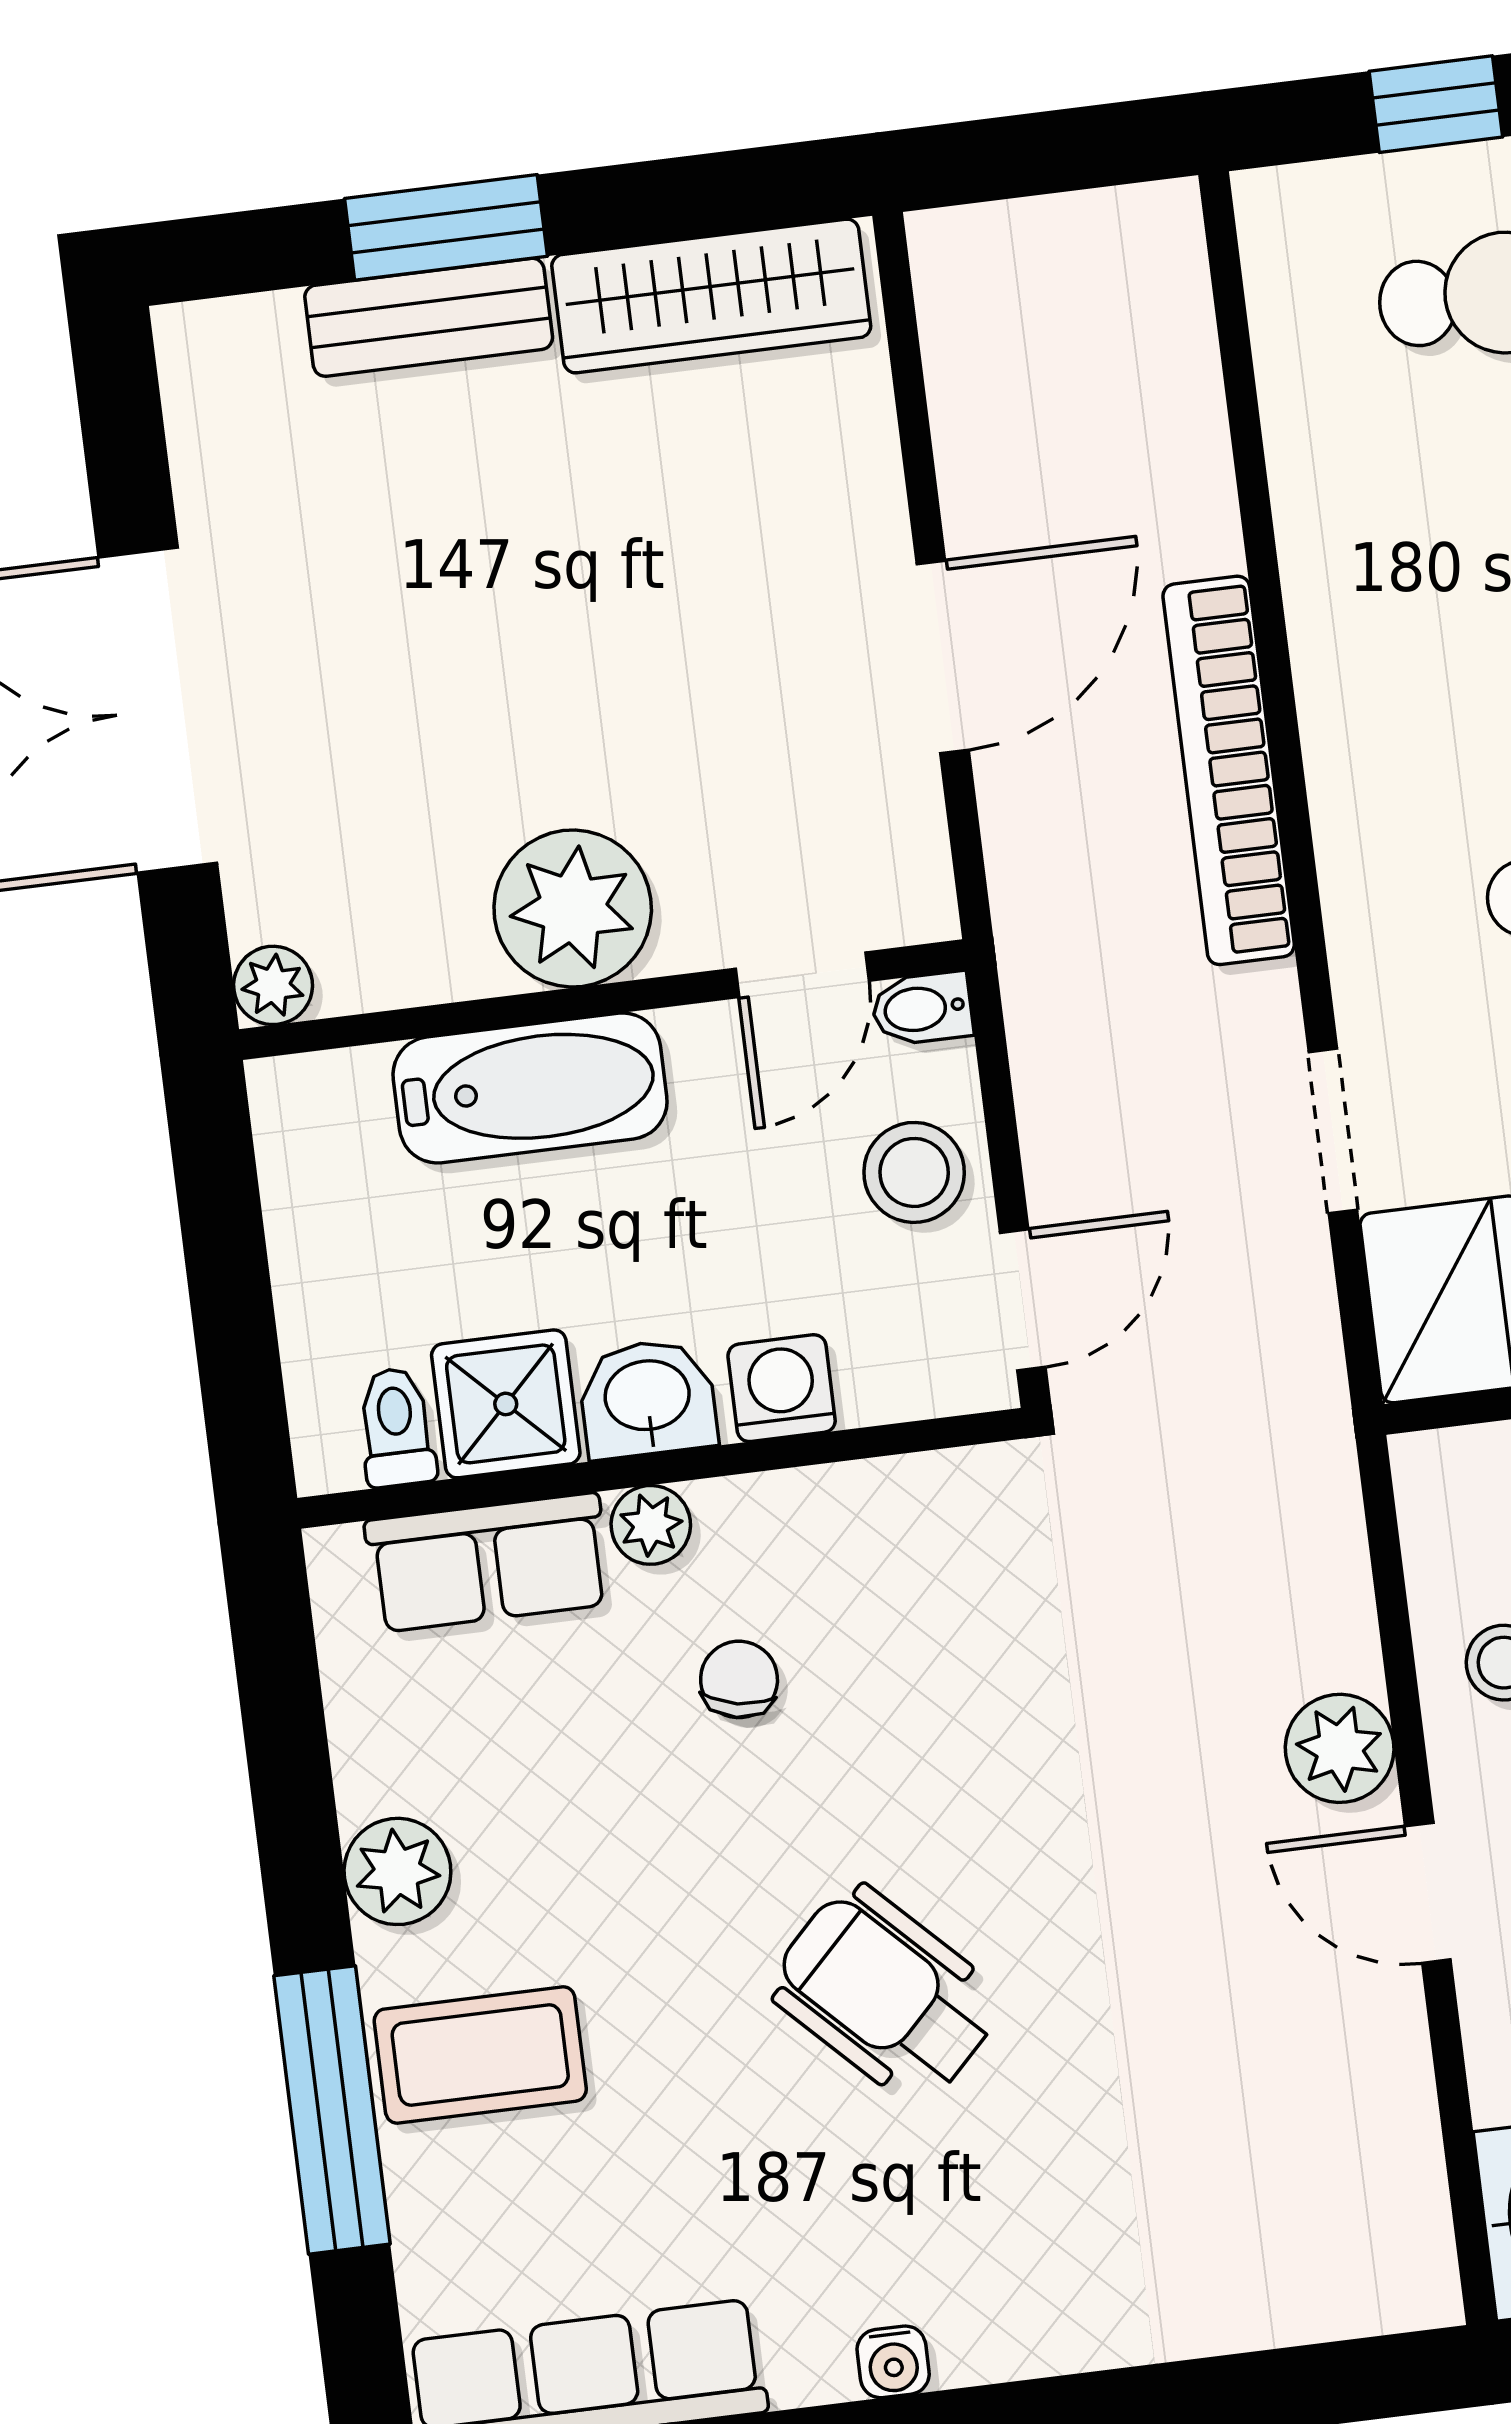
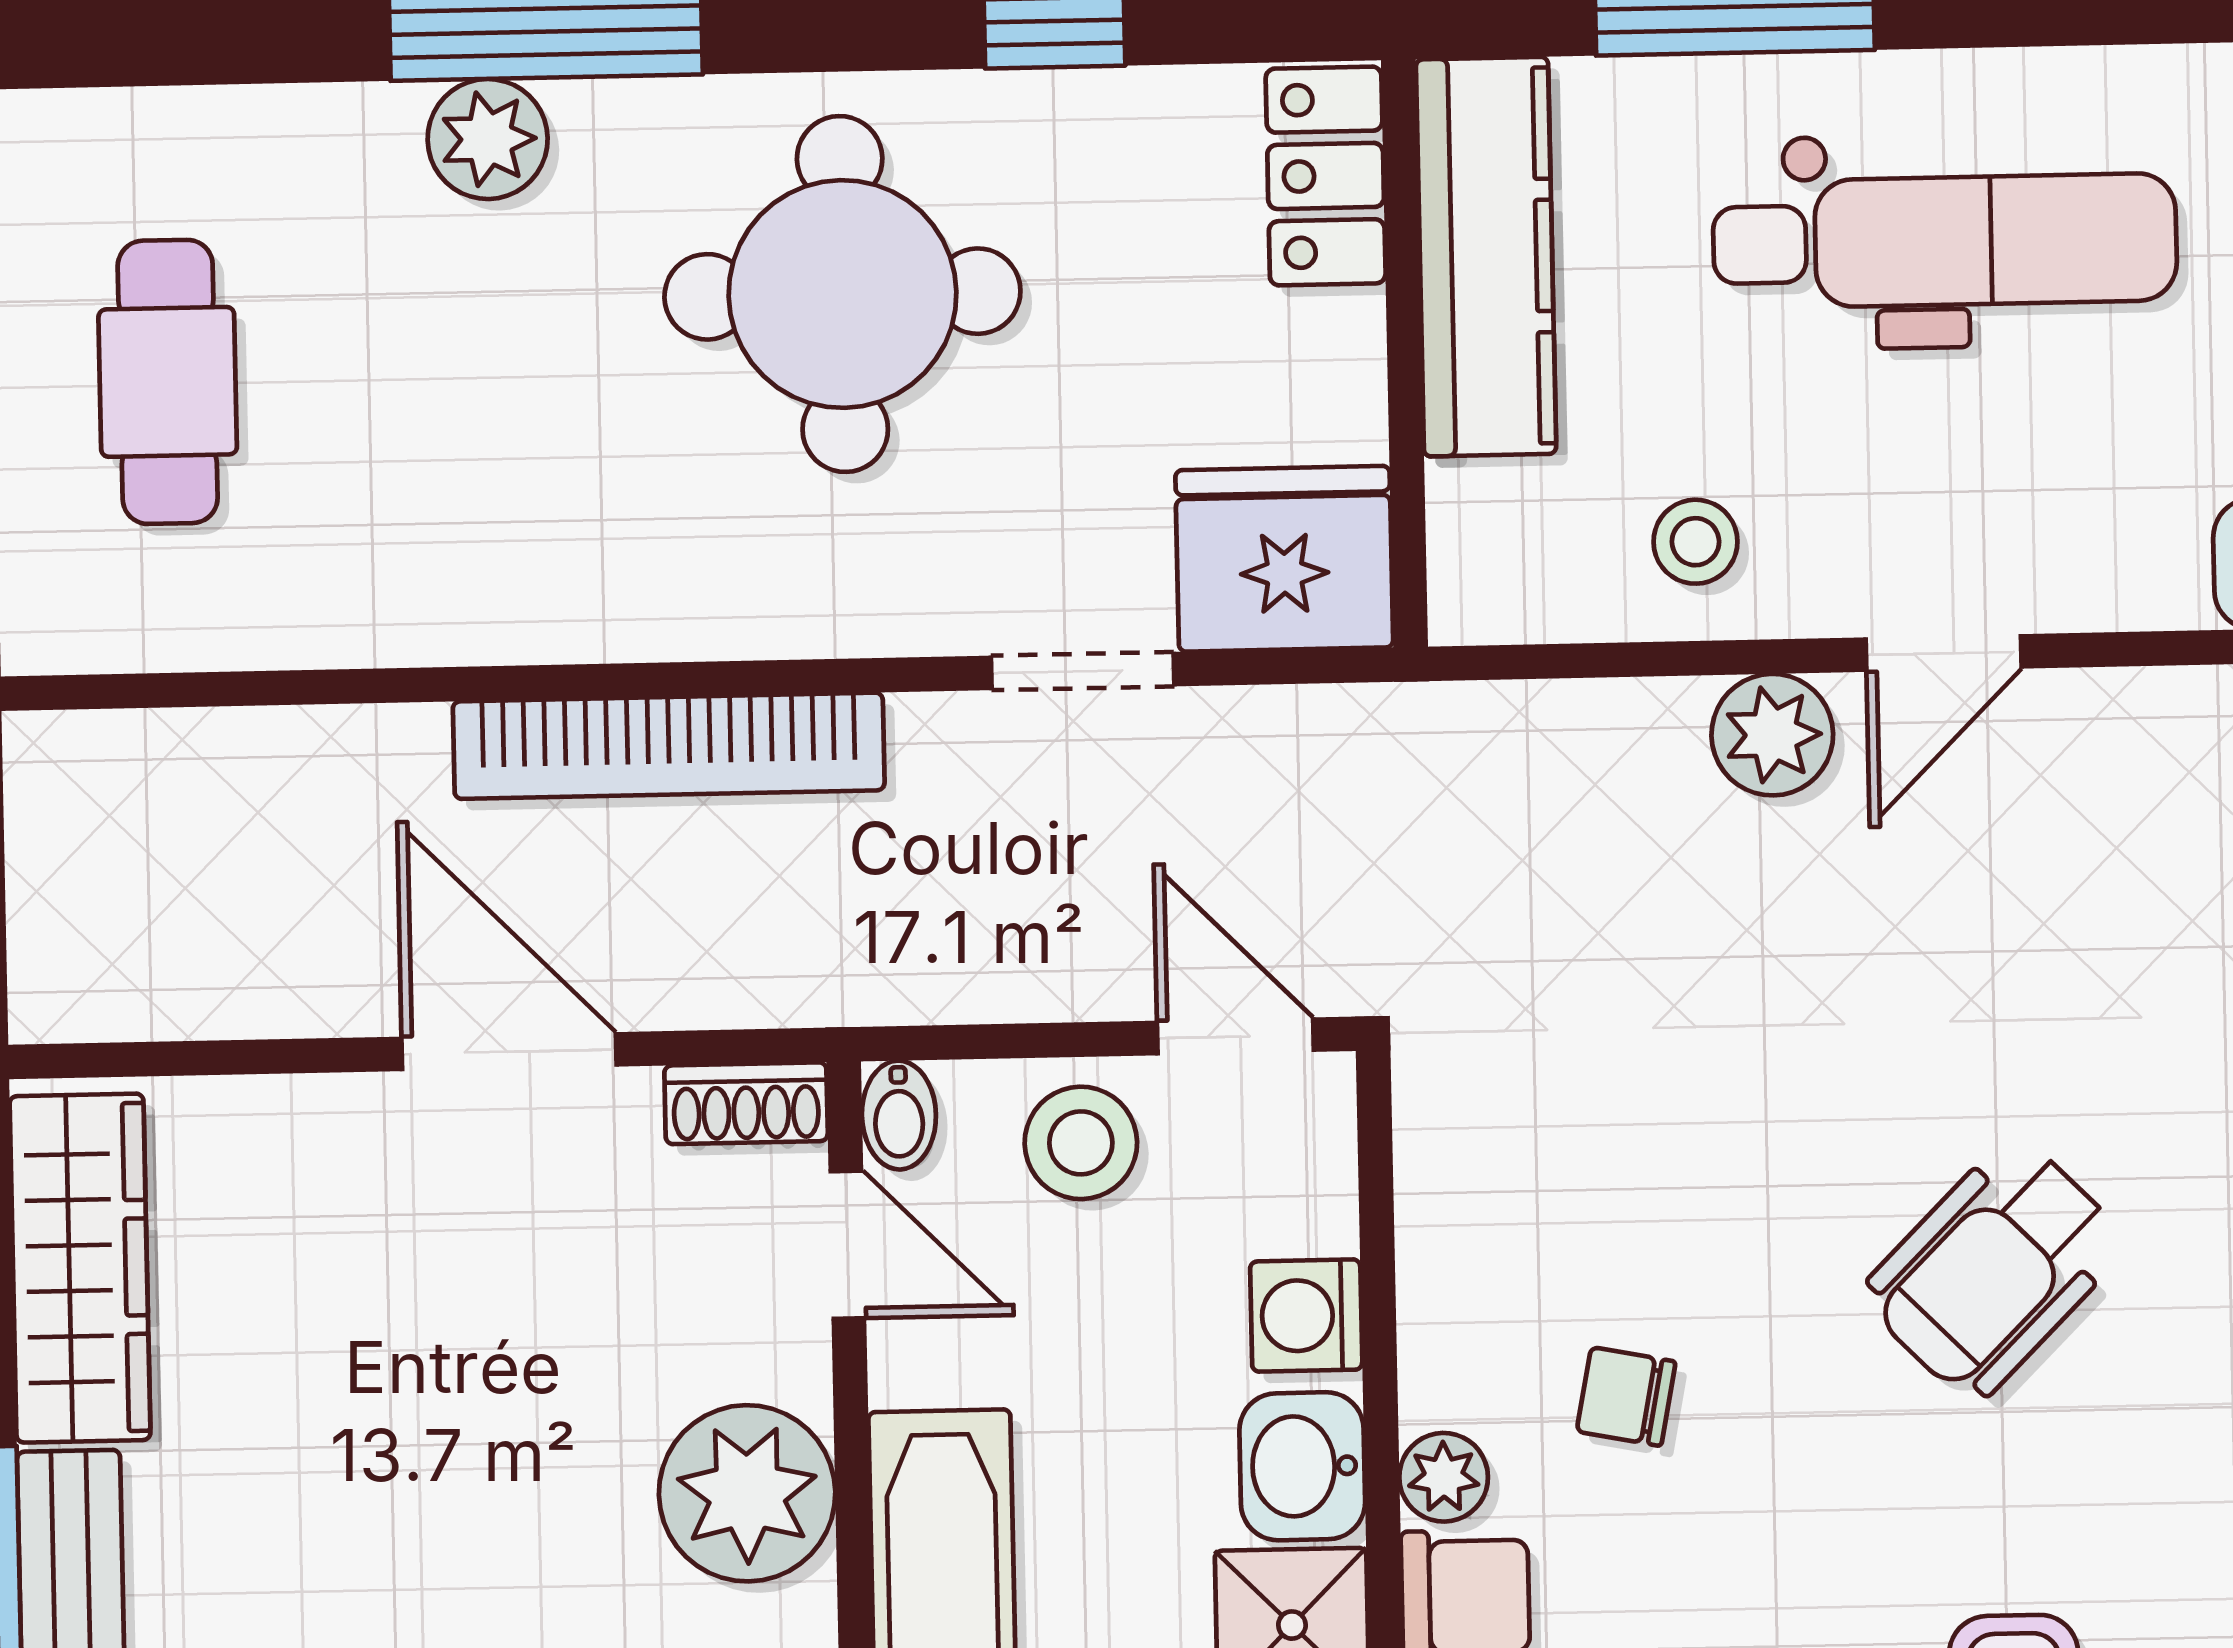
shoe rack: (919, 872) -> (746, 1103), added

